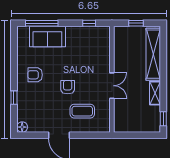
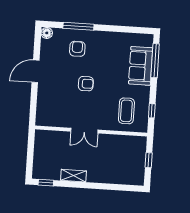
shelving: (153, 54) -> (115, 176), removed
armchair: (35, 75) -> (77, 49), moved
window: (14, 98) -> (78, 26), width x2.17
coffee table: (82, 111) -> (126, 111), moved

